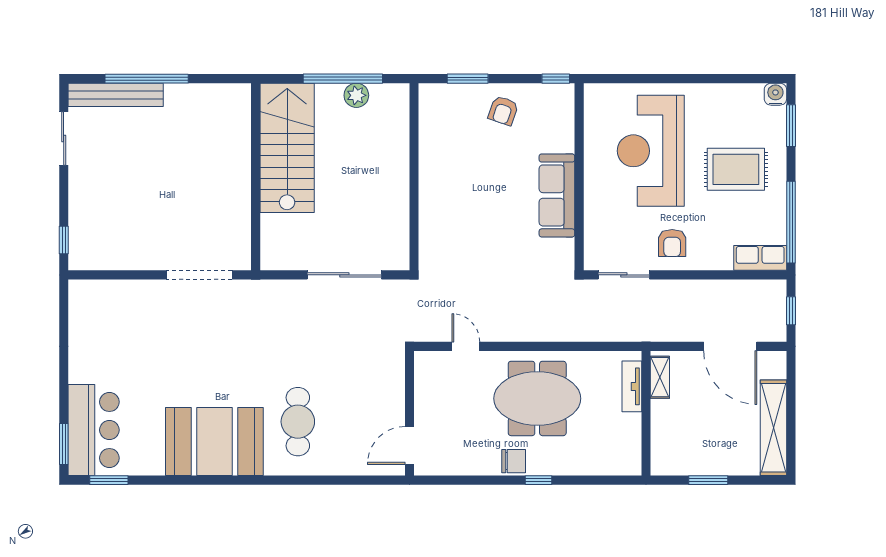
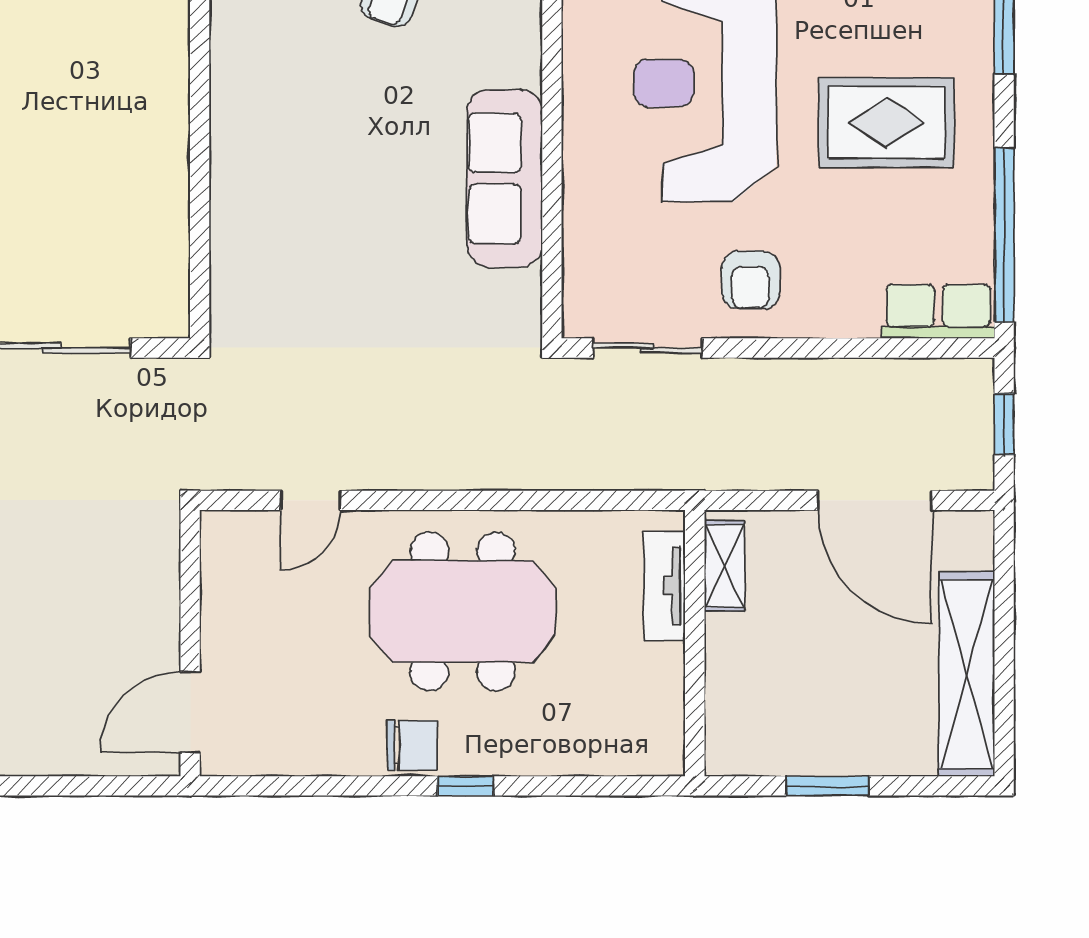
door: (466, 346) -> (310, 500), swing flipped

